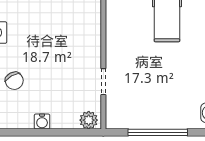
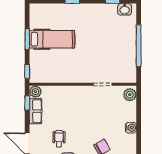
wheelchair: (27, 20) -> (59, 139), added

